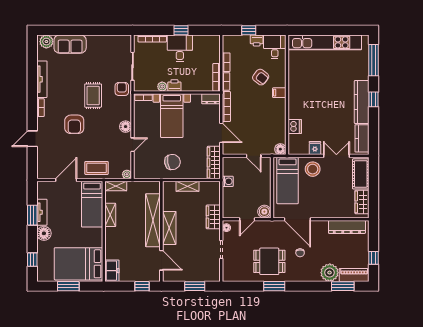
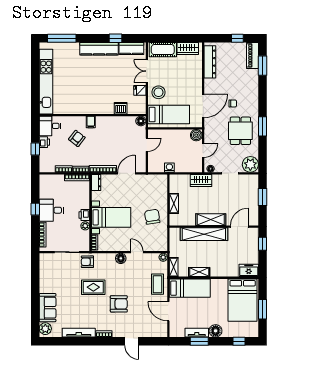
window: (373, 99) -> (115, 38), moved
wardrobe: (214, 163) -> (153, 180), removed
door: (247, 219) -> (203, 151), hinge flipped
plant: (330, 273) -> (250, 164), moved

